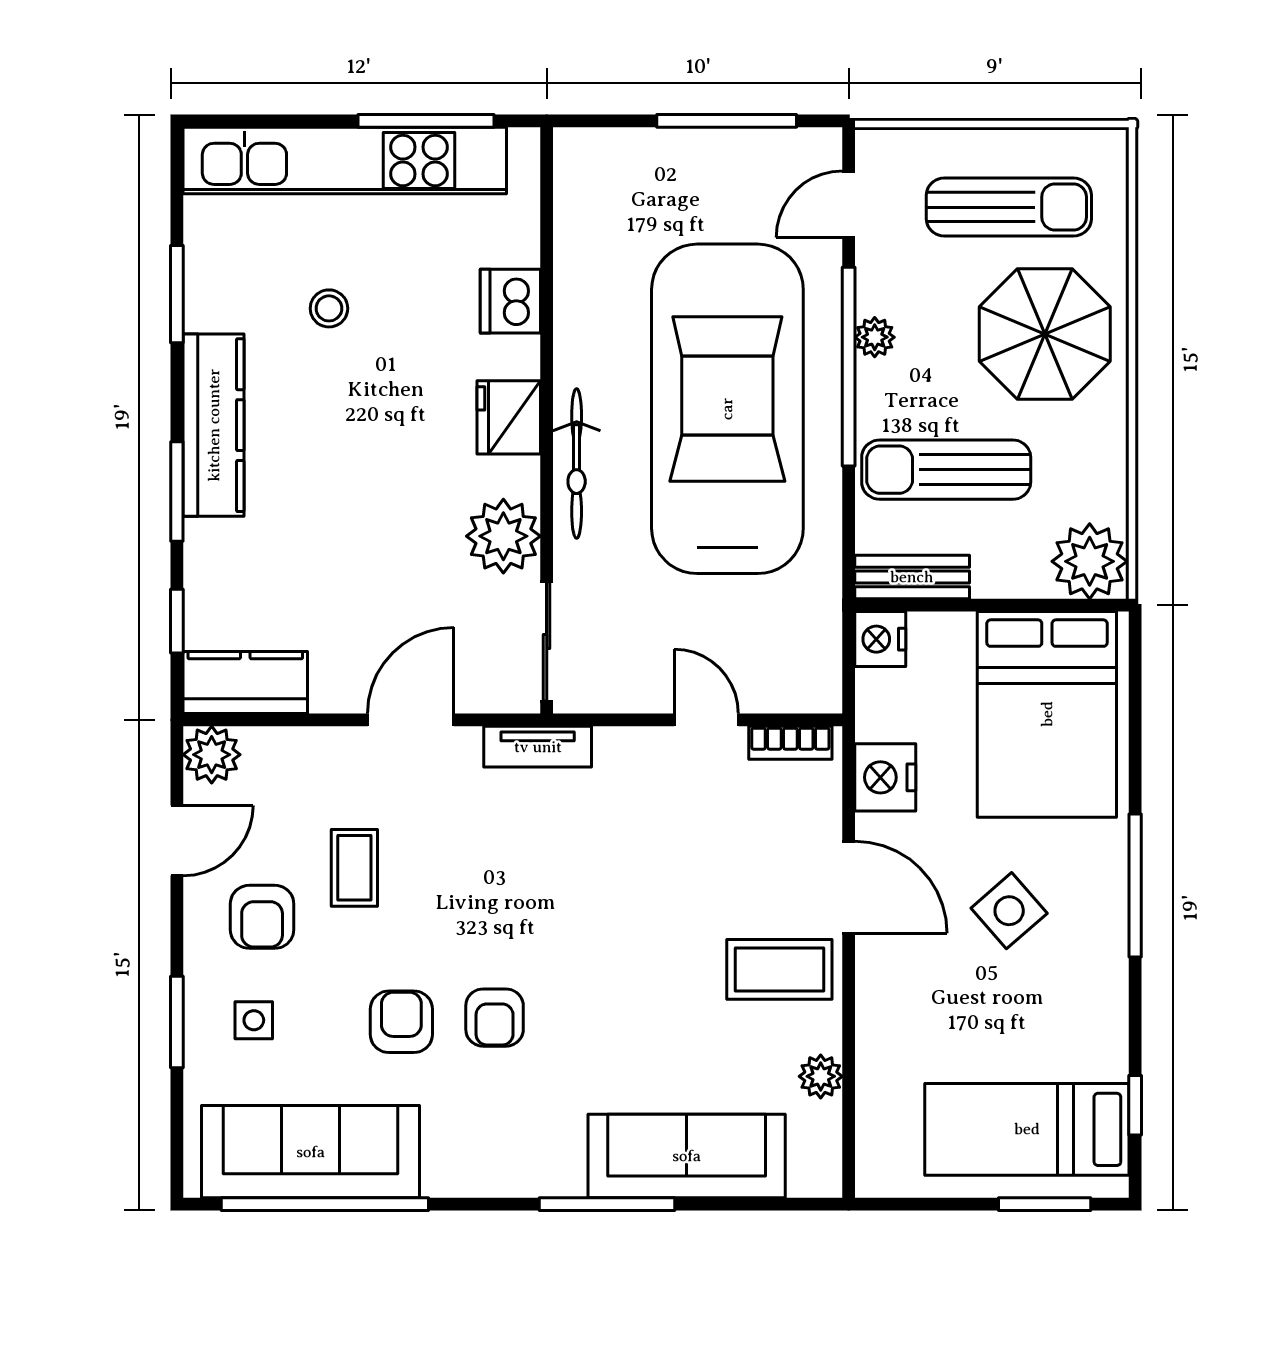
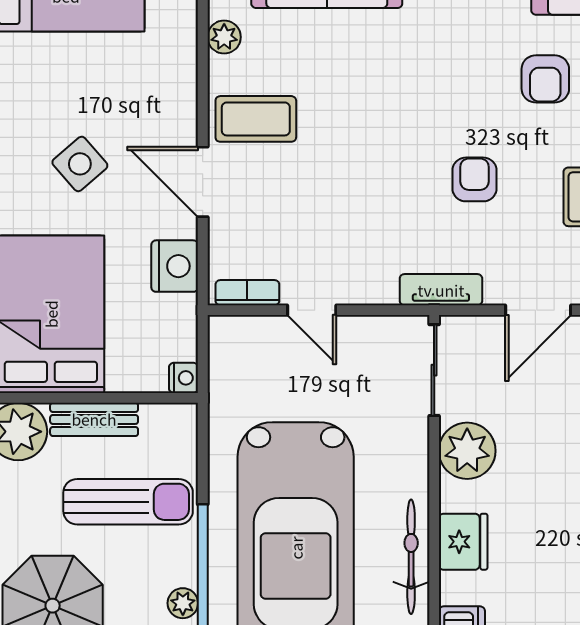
bicycle: (577, 464) -> (411, 557), moved
bench: (912, 577) -> (94, 419), moved
nightstand: (880, 639) -> (184, 378), width x0.72, depth x0.74
armchair: (495, 1018) -> (474, 179), moved

